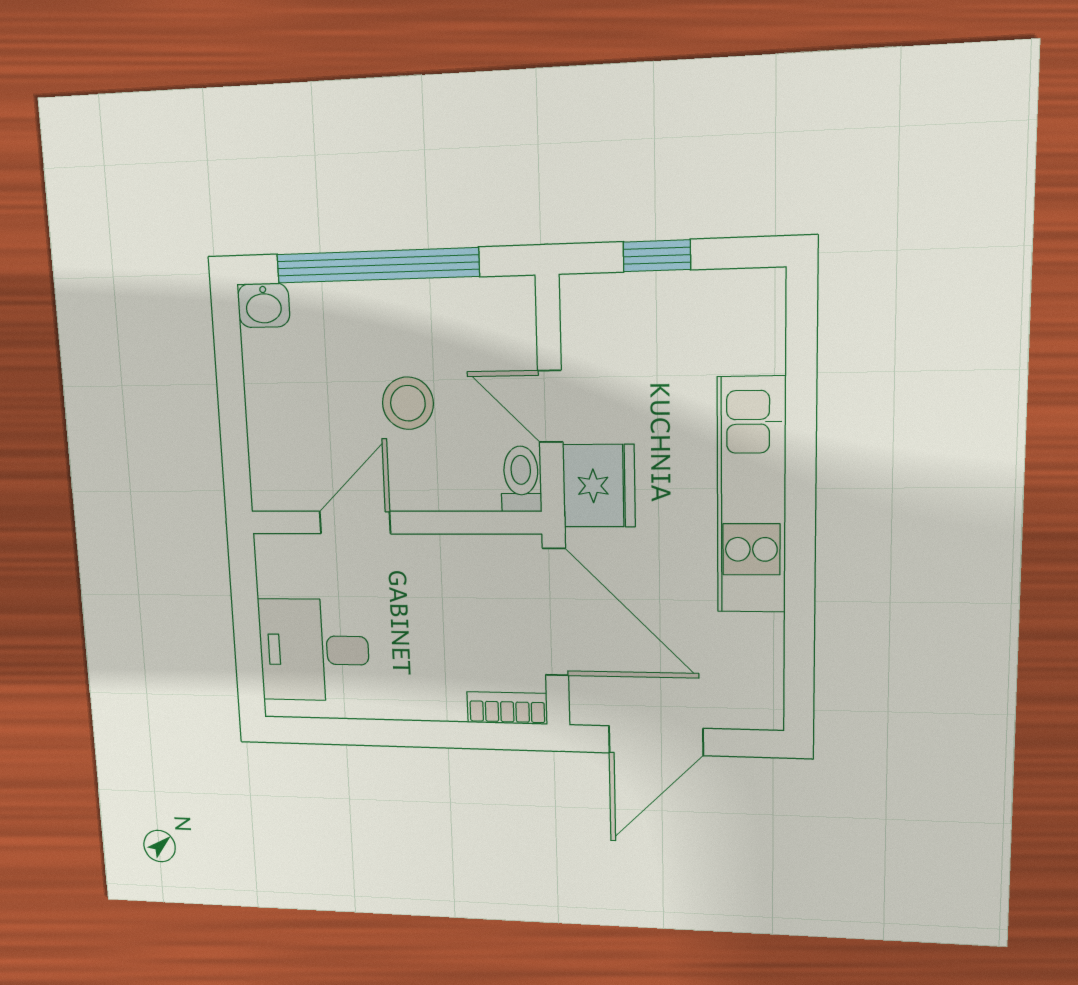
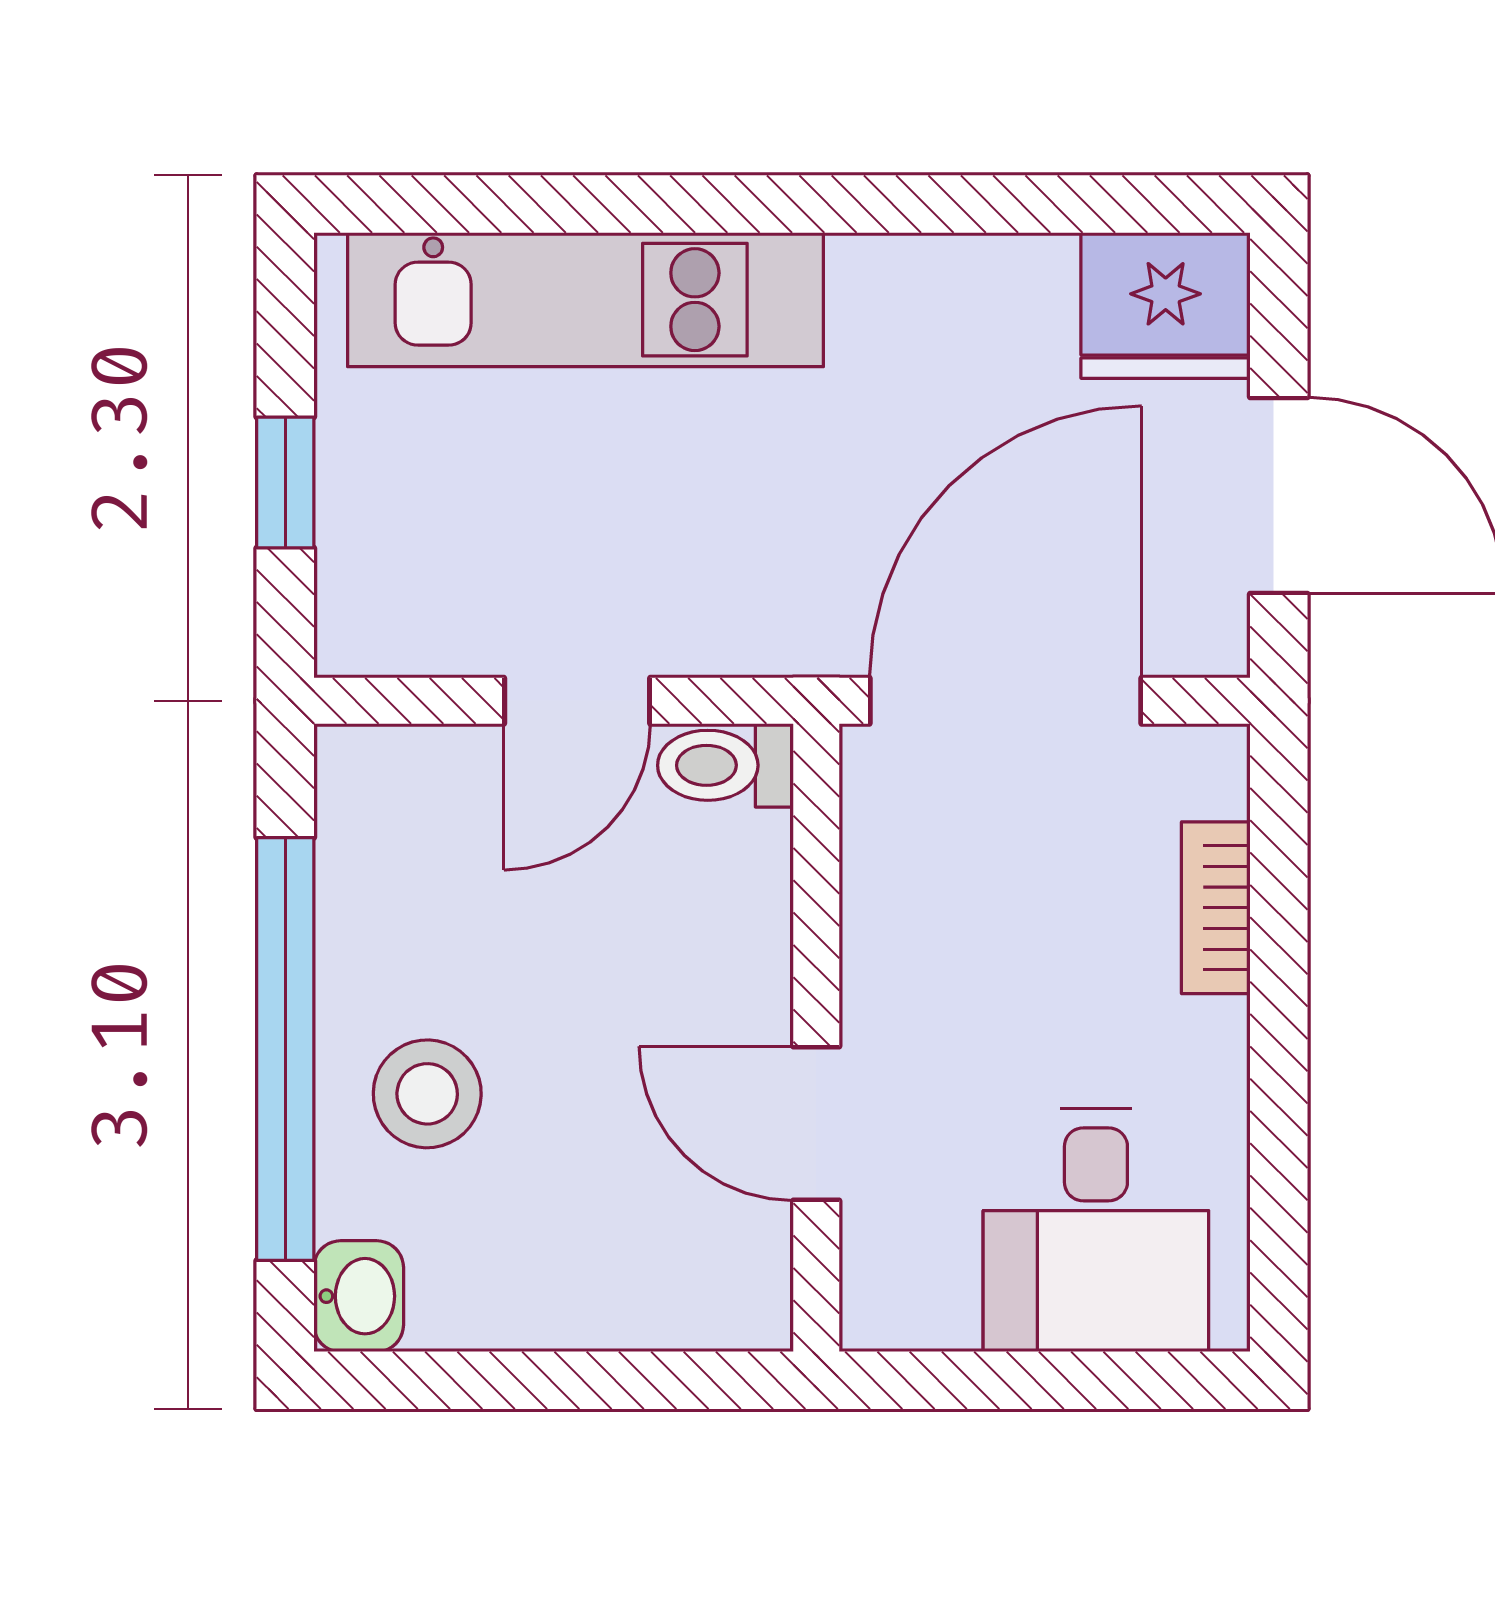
stool: (408, 403) -> (427, 1094), moved
fridge: (599, 486) -> (1166, 305), moved, turned 180
kitchen unit: (751, 496) -> (585, 300), moved
bookcase: (507, 708) -> (1216, 908), moved

